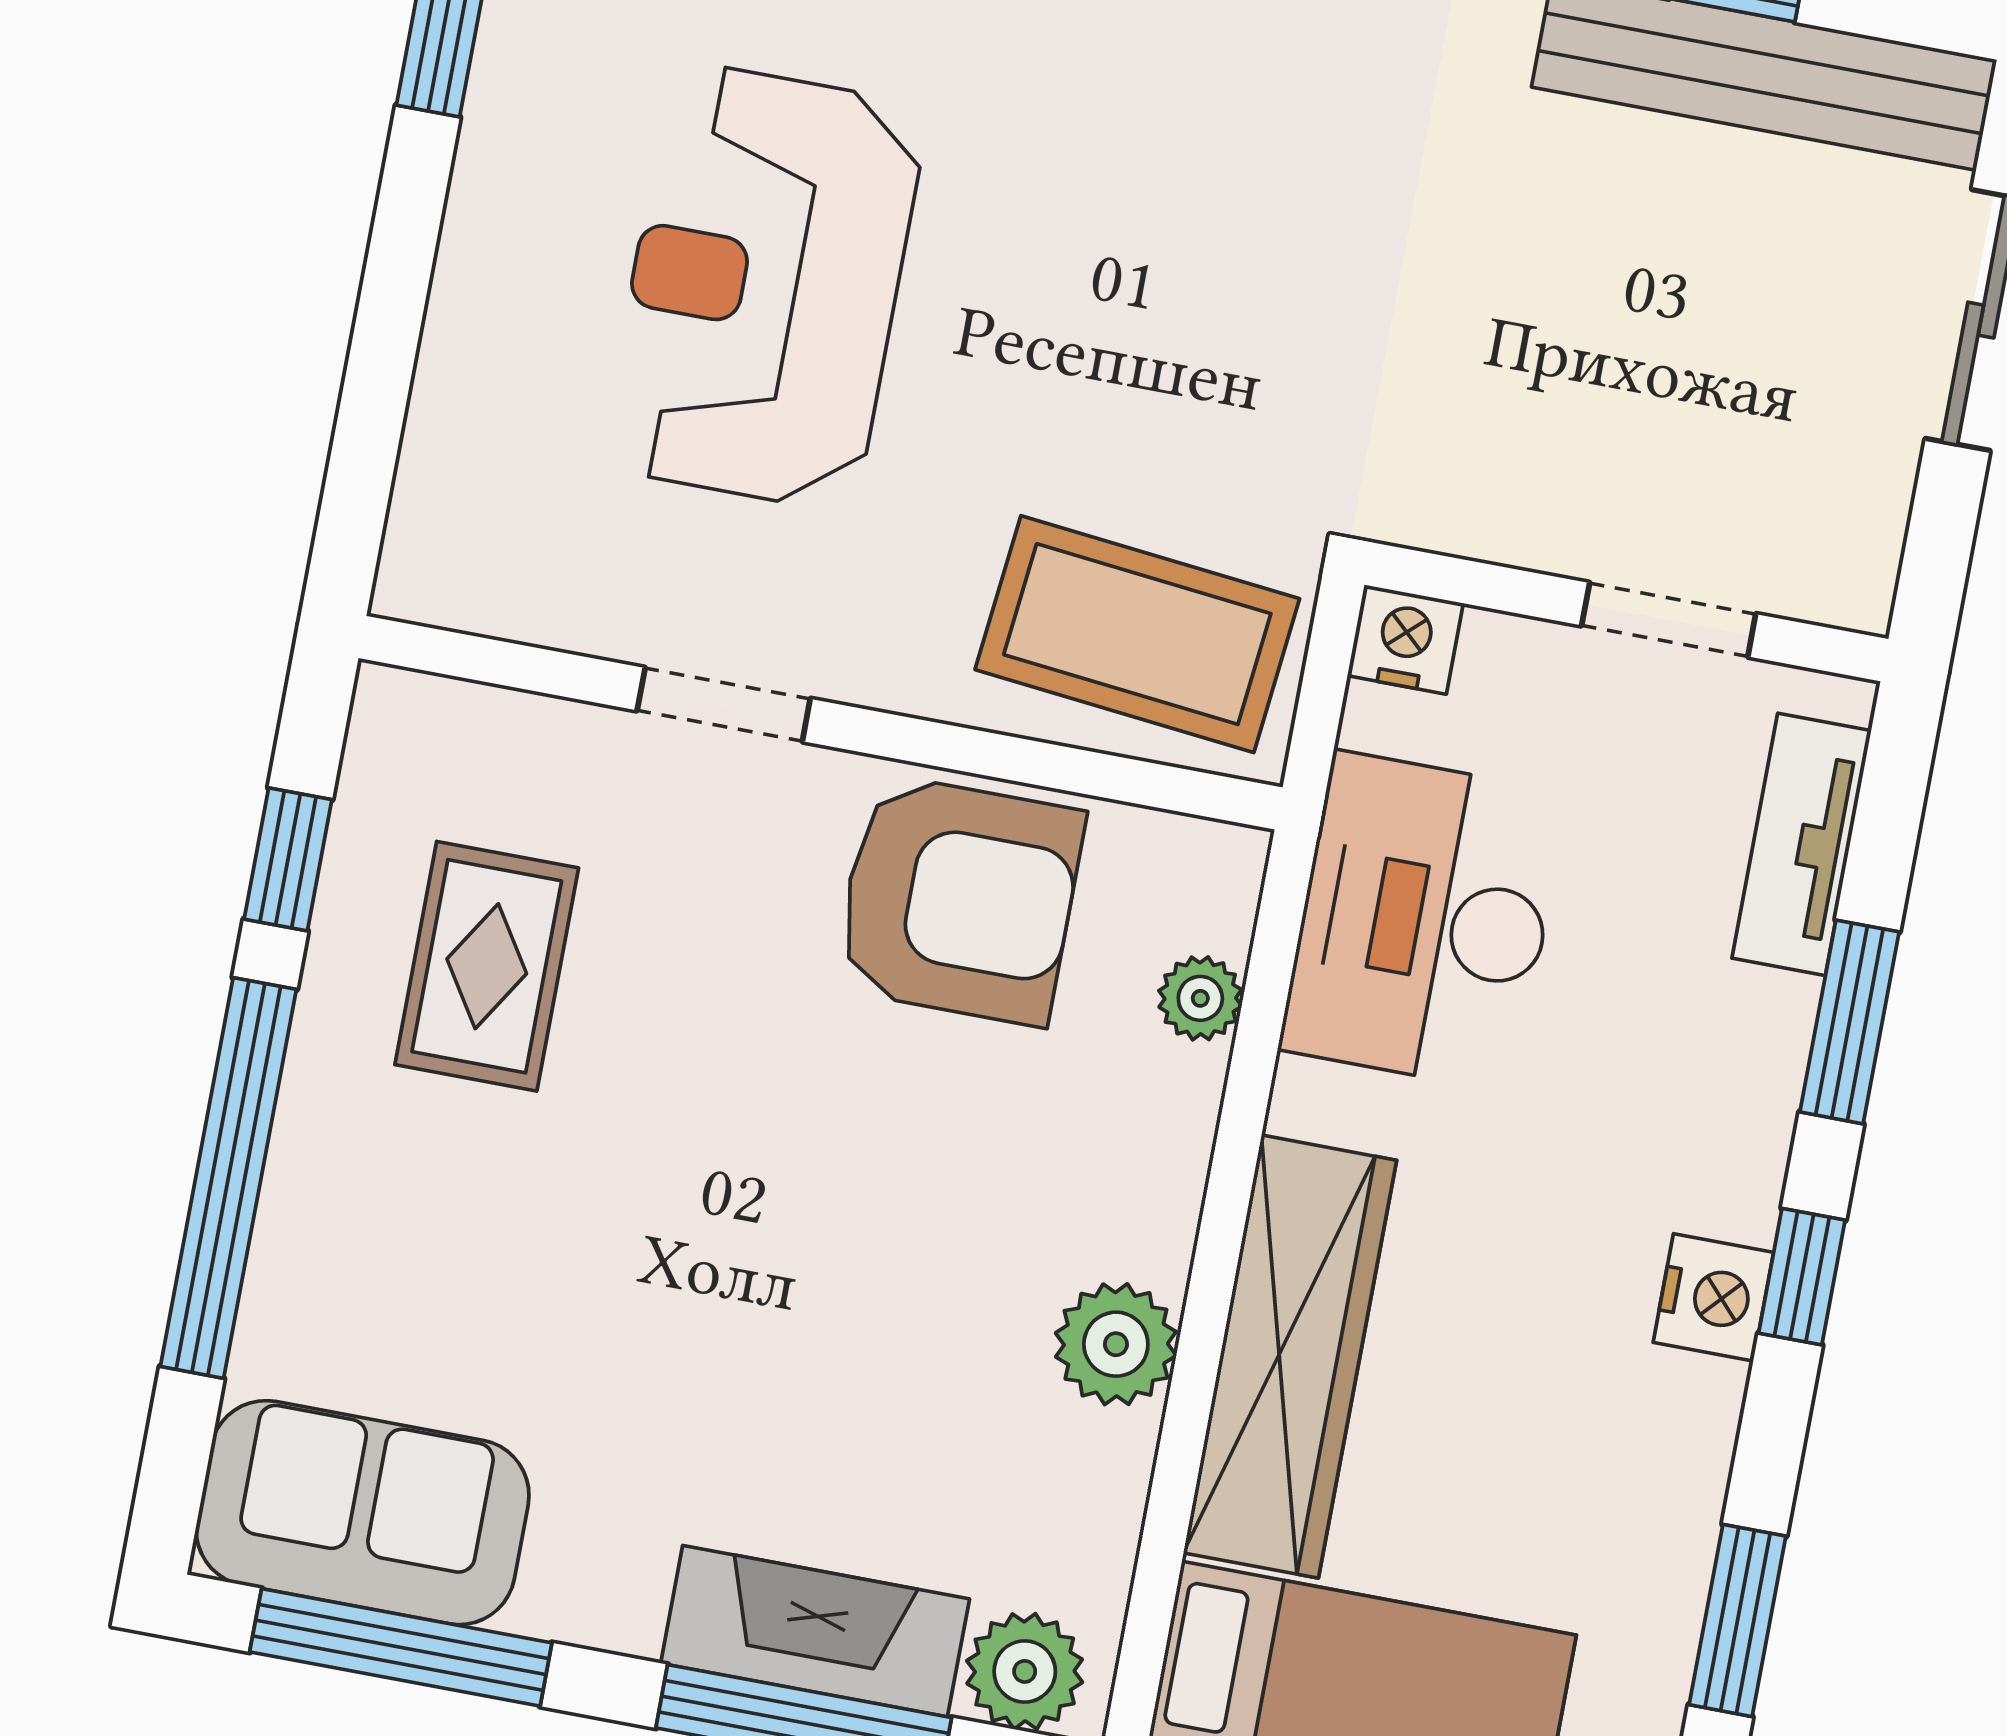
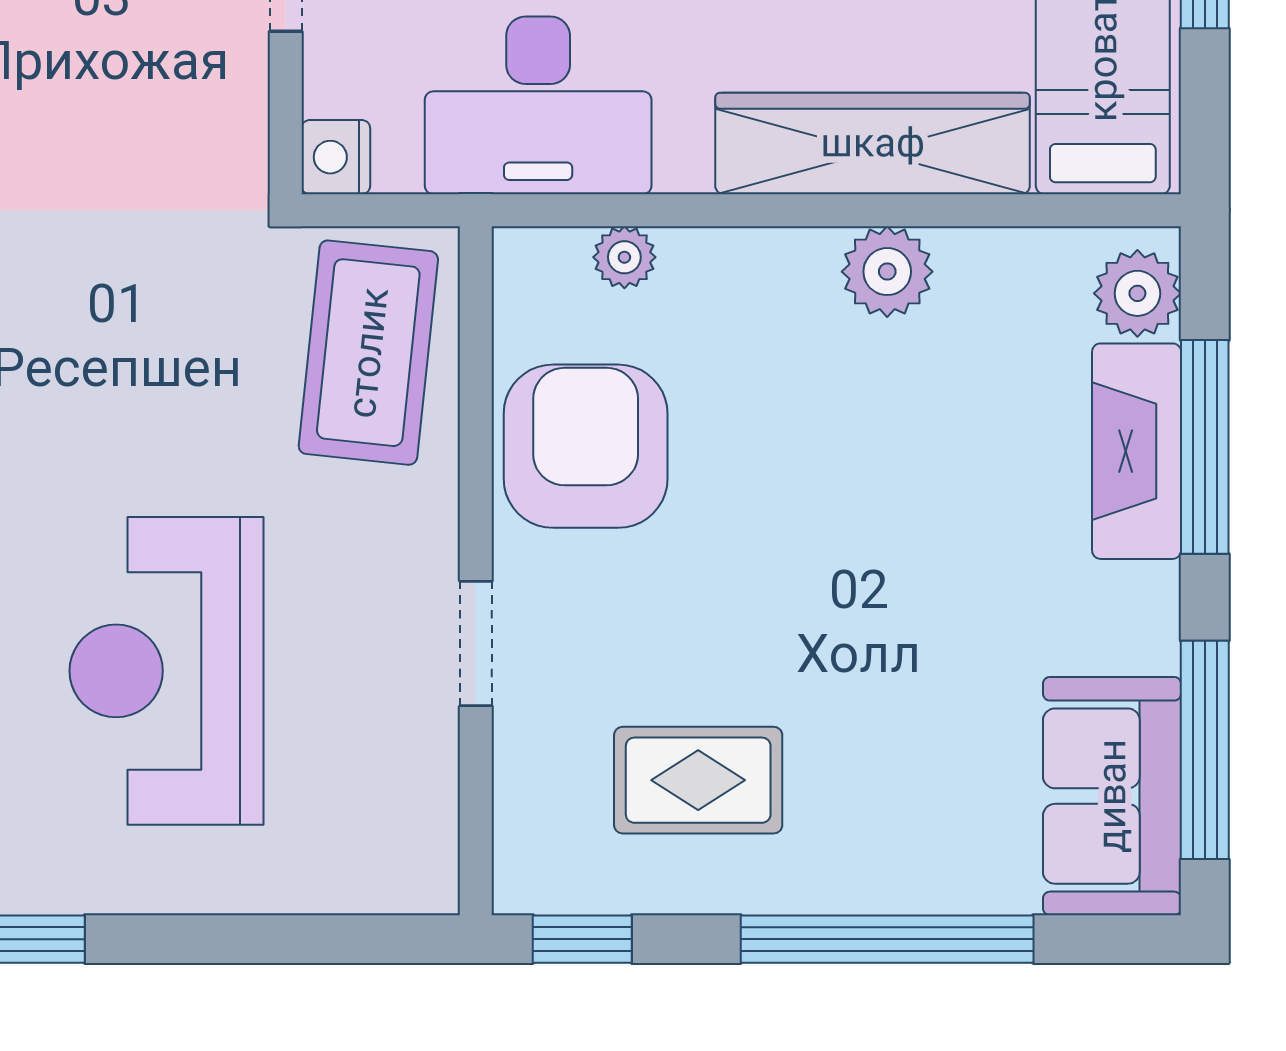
reception desk: (764, 287) -> (167, 671), turned 90
window: (288, 859) -> (582, 939), moved

